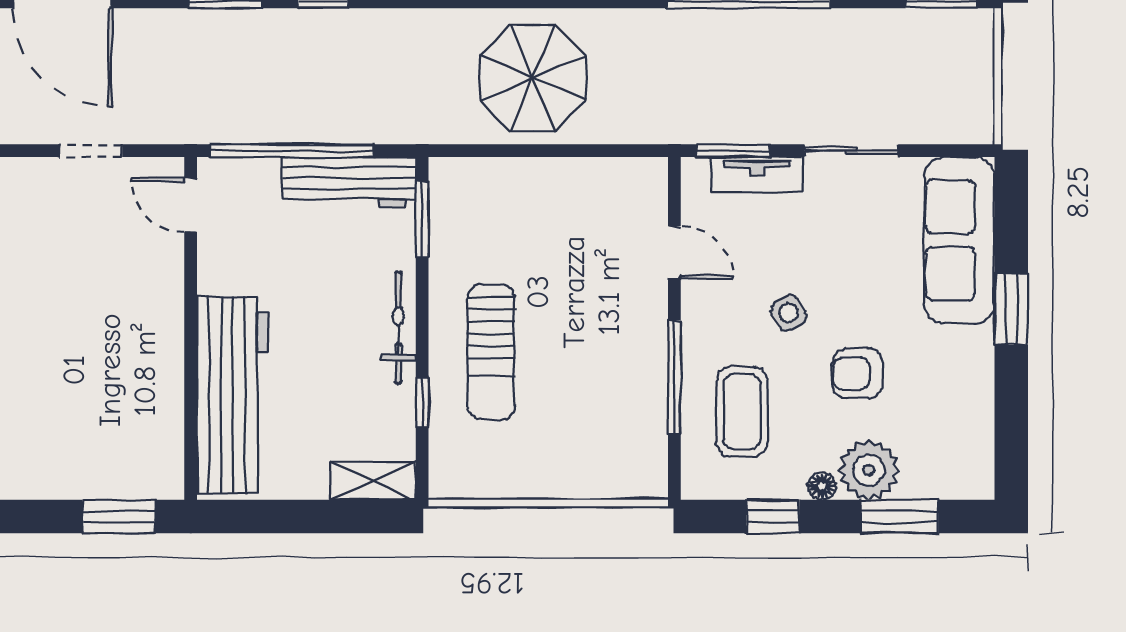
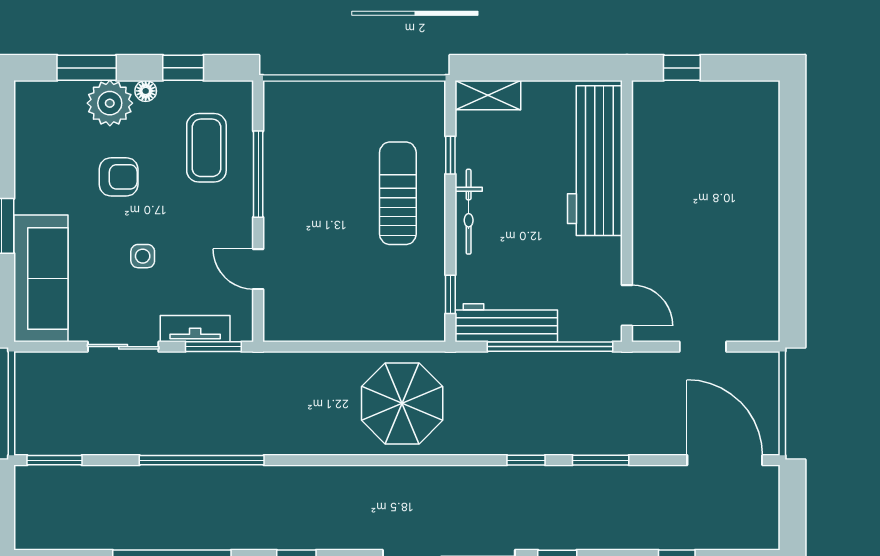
parasol: (533, 78) -> (402, 403), moved
window: (422, 219) -> (450, 294), width x0.67
side table: (789, 313) -> (143, 256), moved, turned 32
window: (119, 517) -> (682, 68), width x0.67

